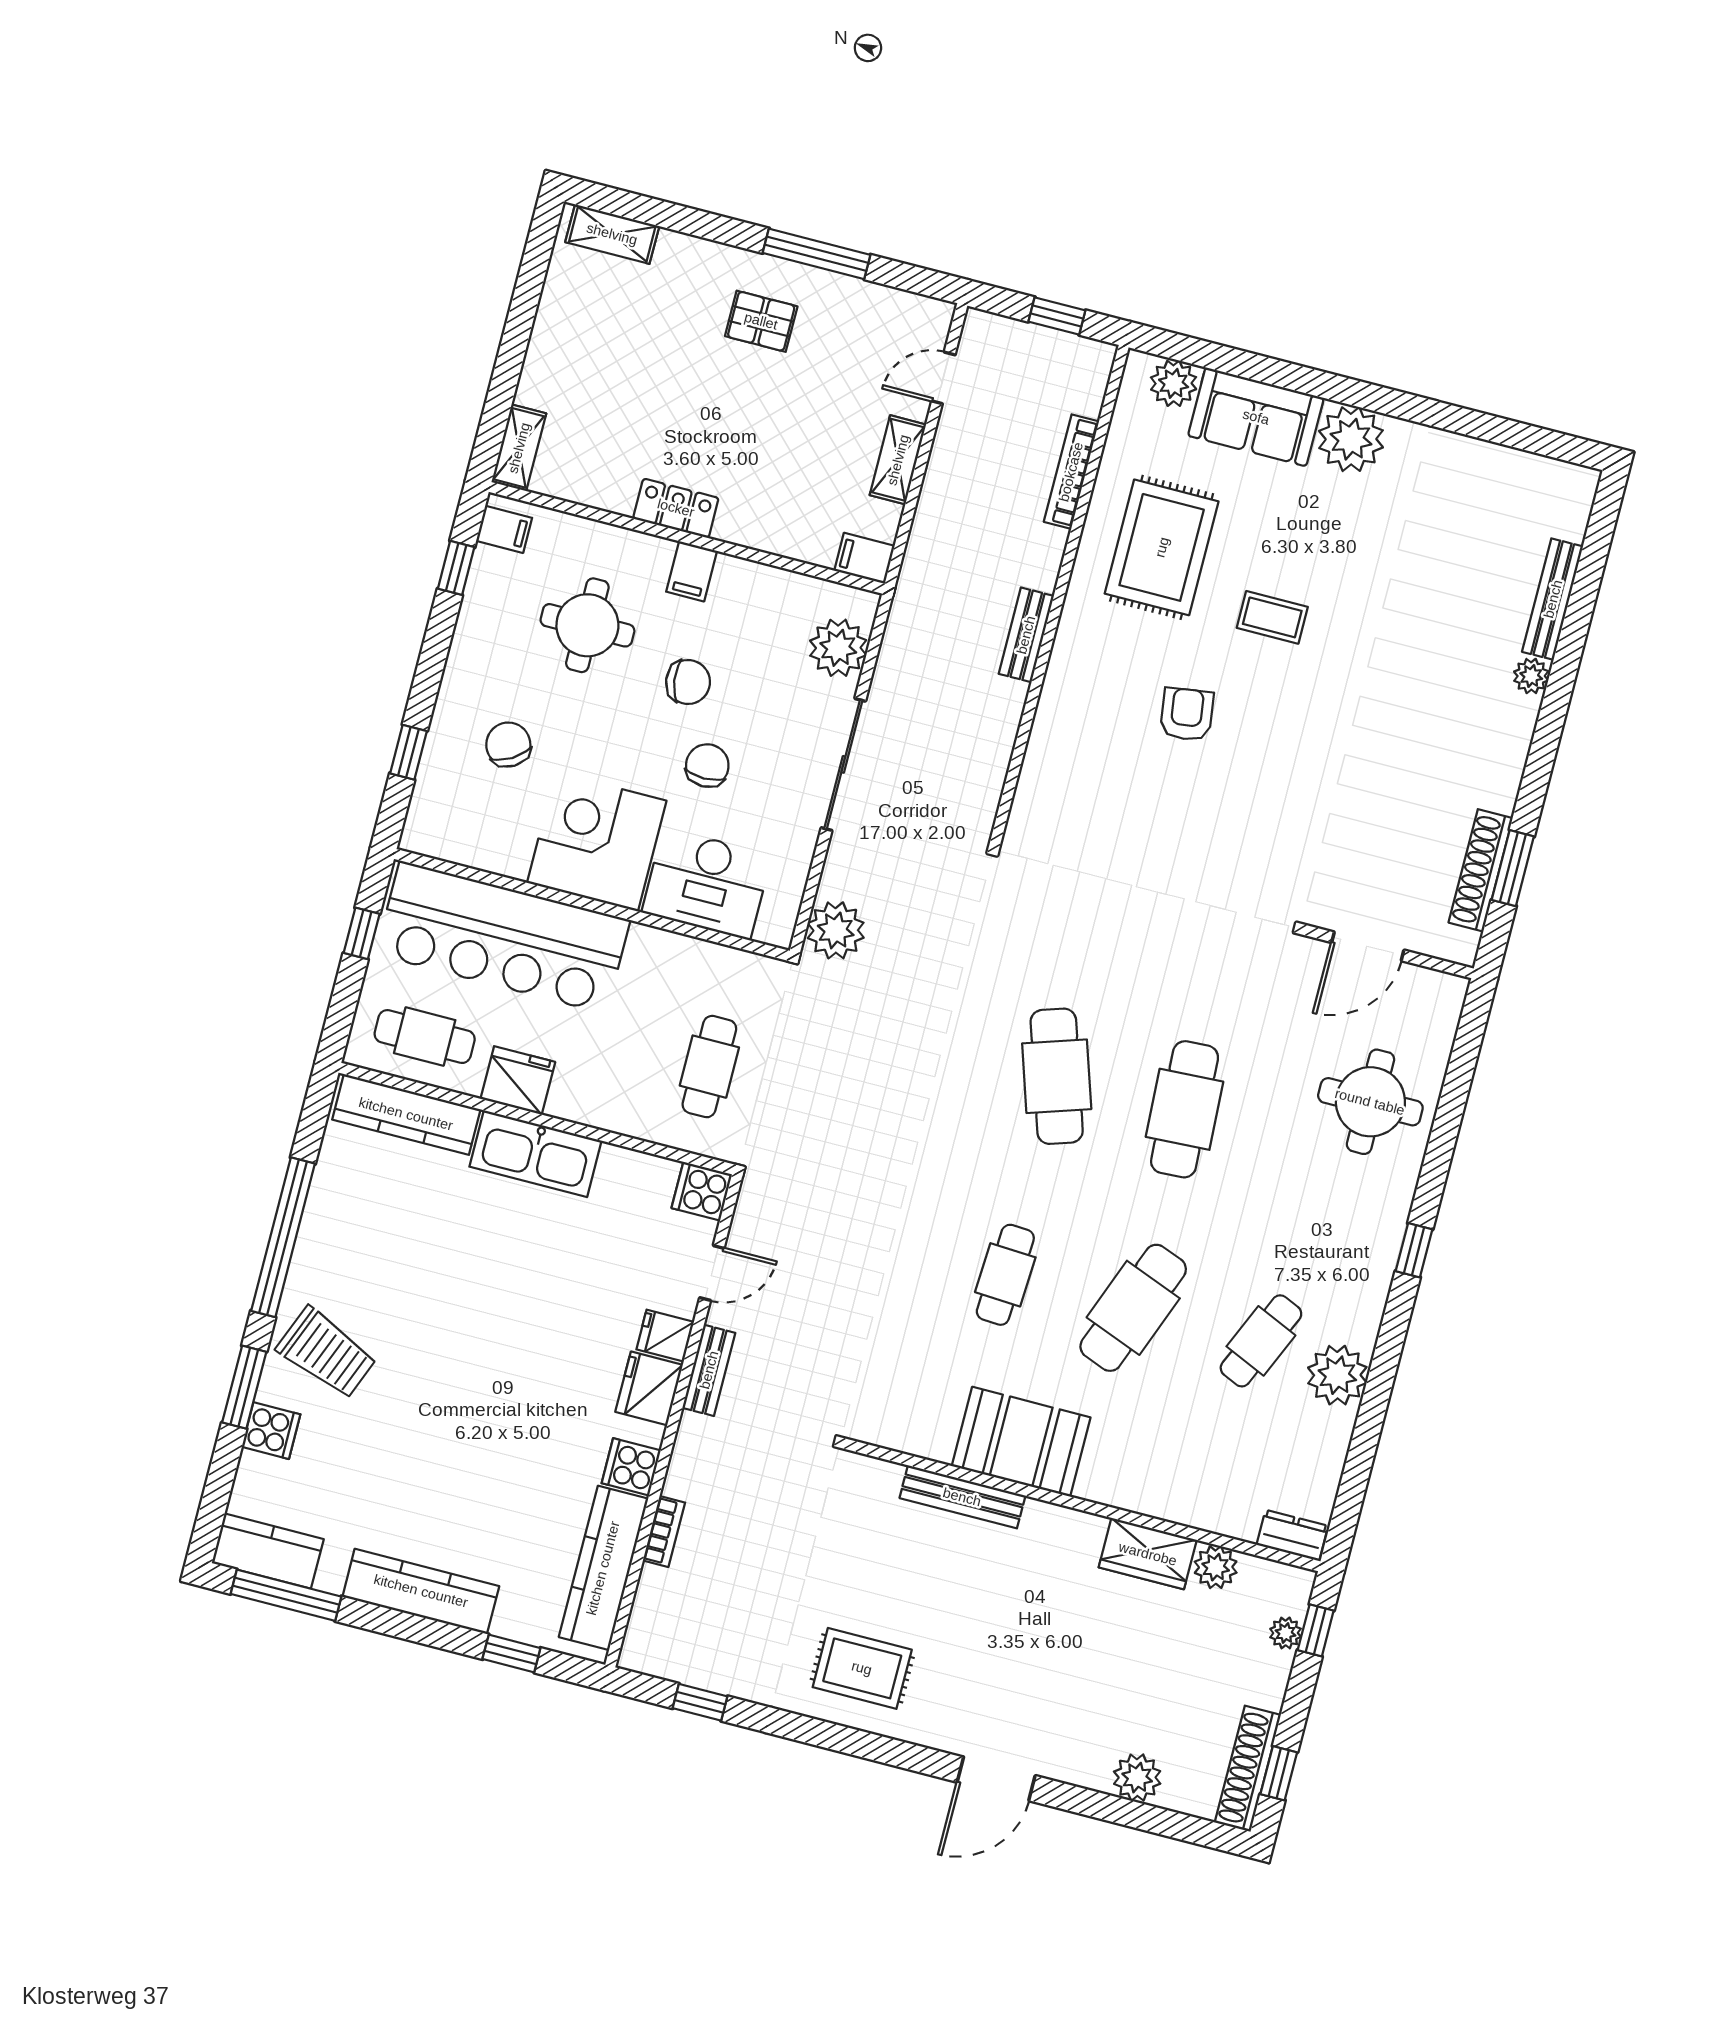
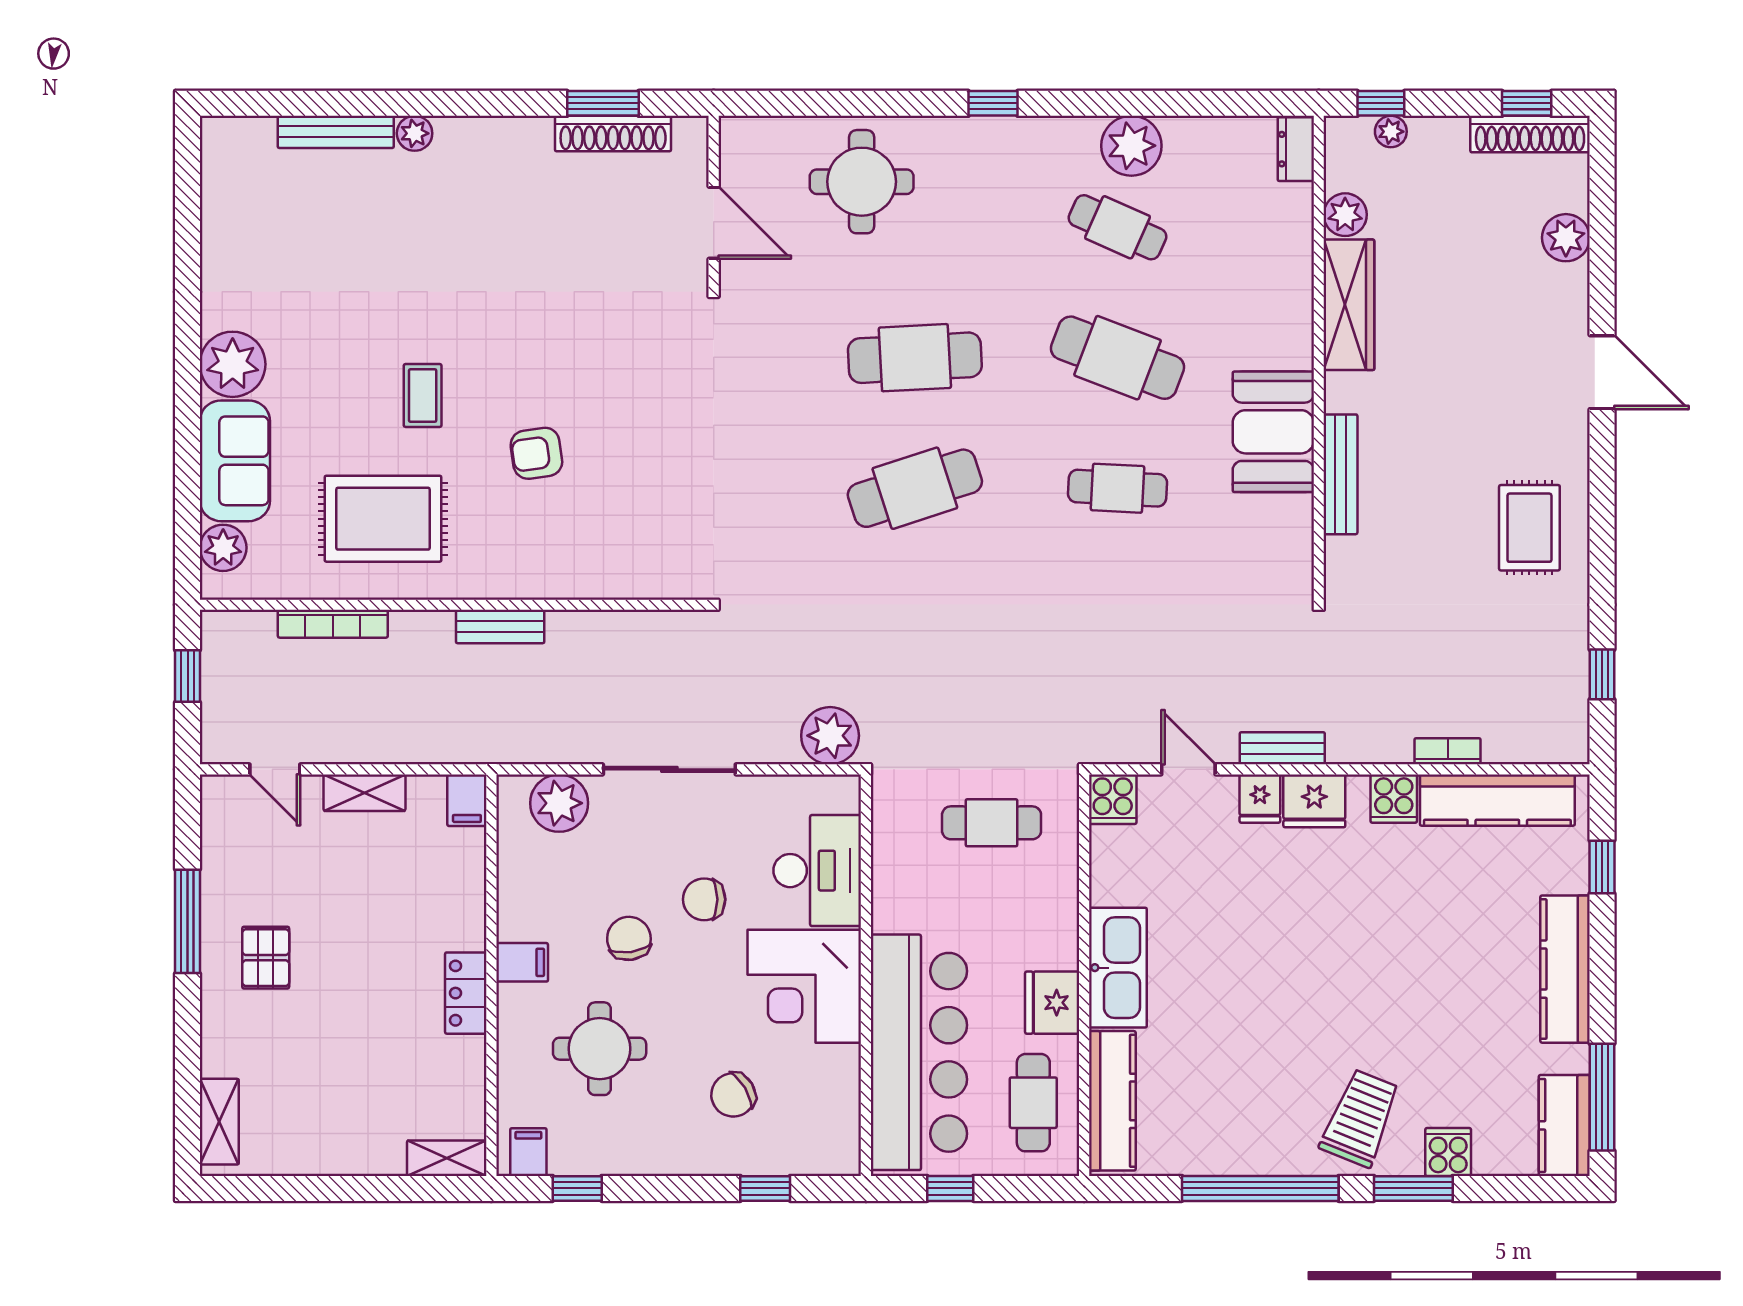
wardrobe: (1148, 1554) -> (1349, 305), width x1.50

